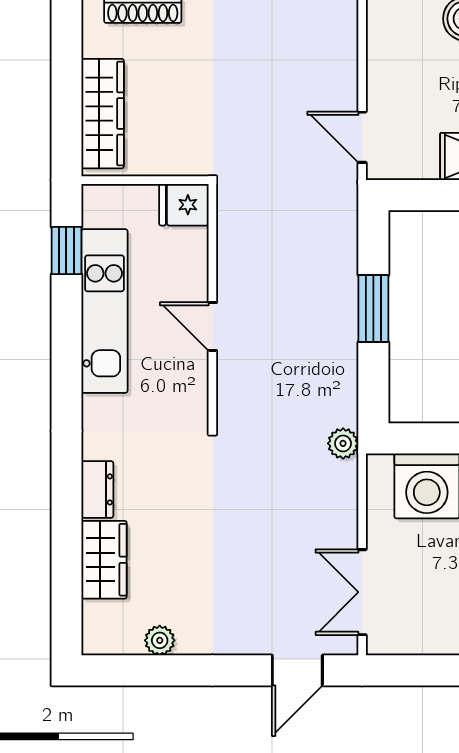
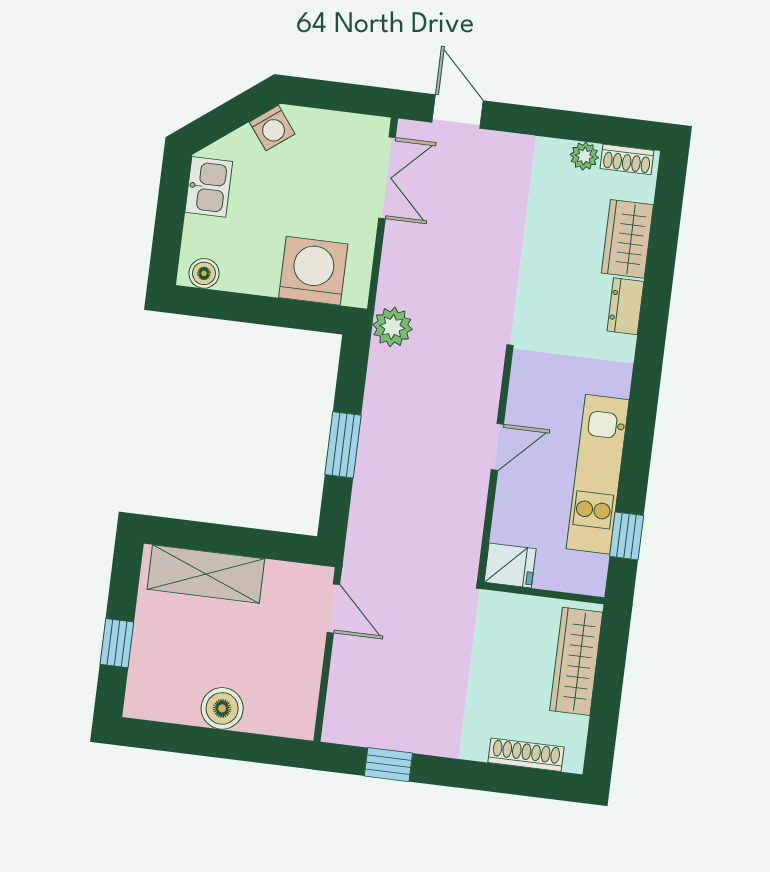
door: (212, 327) -> (497, 447), hinge flipped
plant: (343, 443) -> (392, 327), width x1.38, depth x1.38
shoe rack: (115, 642) -> (627, 159), added
door: (297, 670) -> (458, 111), hinge flipped

